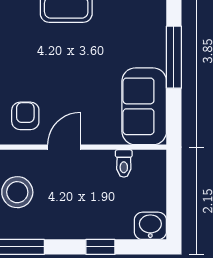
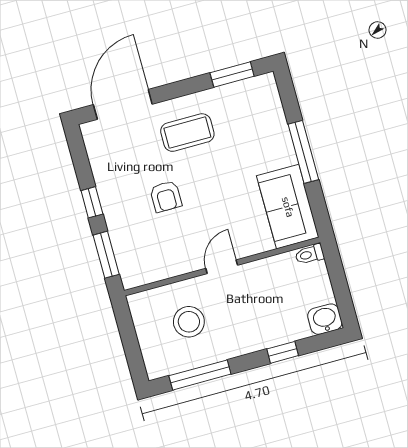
armchair: (25, 116) -> (166, 196), moved, turned 180
toilet: (124, 163) -> (310, 254), moved, turned 90

